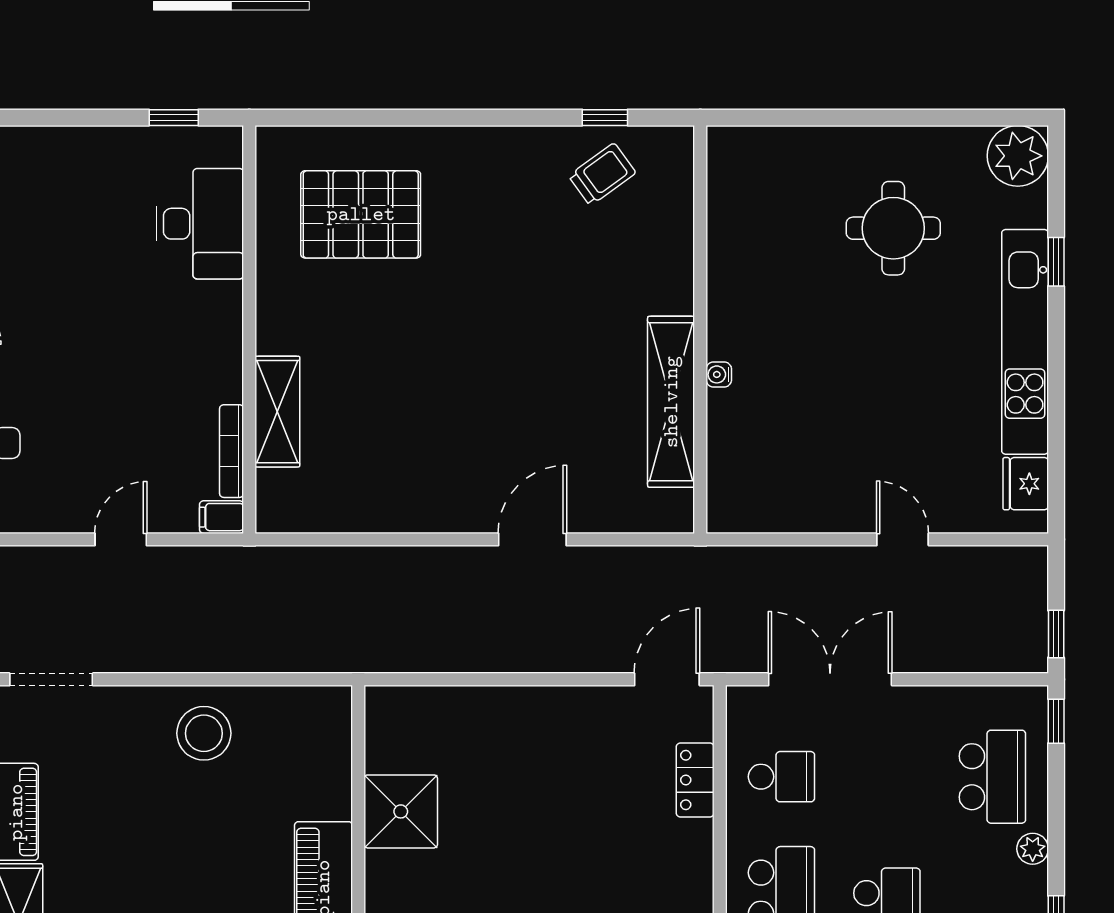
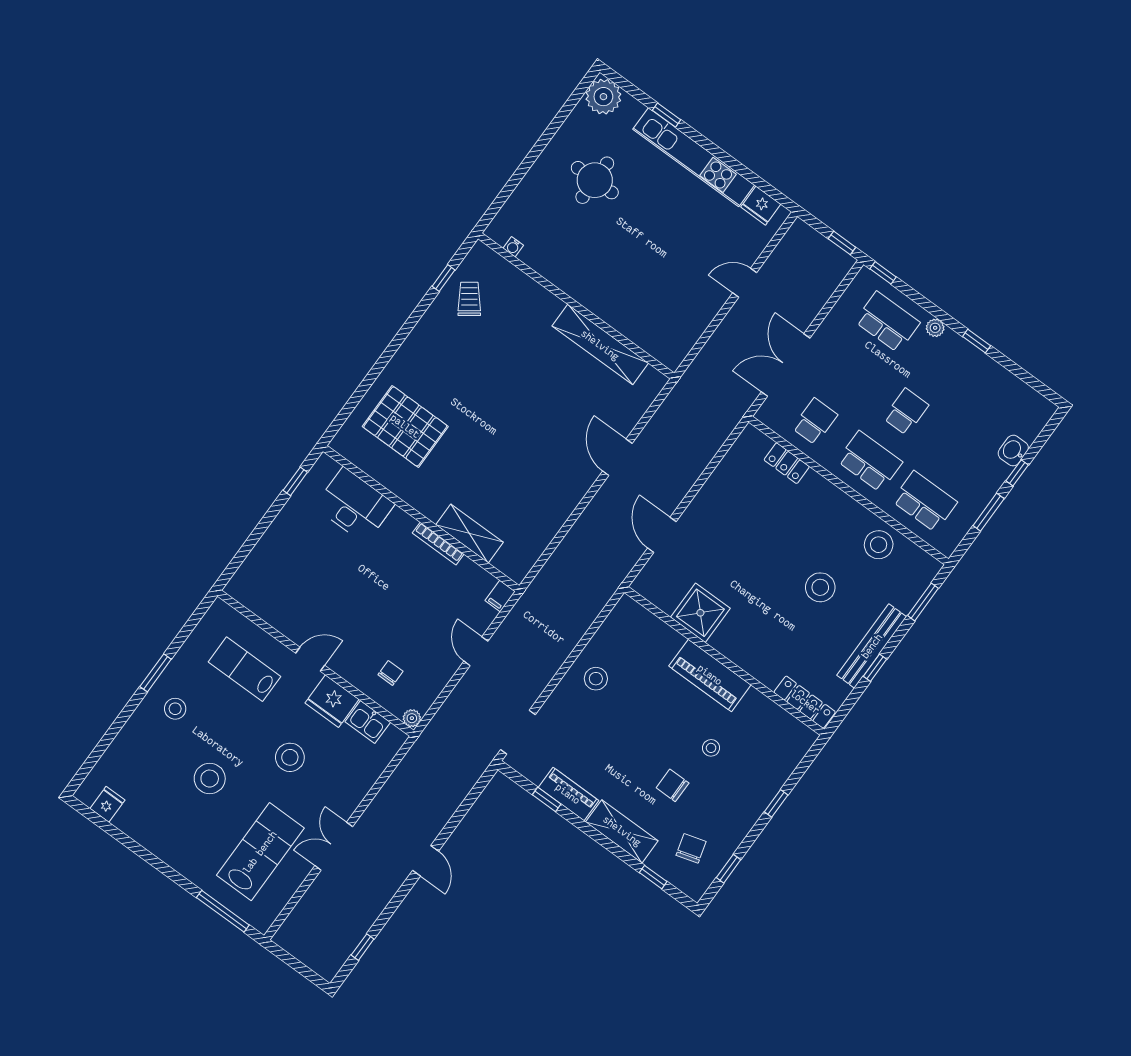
pallet: (361, 214) -> (405, 426), turned 90
water cooler: (719, 374) -> (513, 247), moved
bookcase: (232, 451) -> (438, 544), moved
door: (667, 679) -> (662, 535), moved
stool: (204, 733) -> (596, 679), width x0.73, depth x0.73

